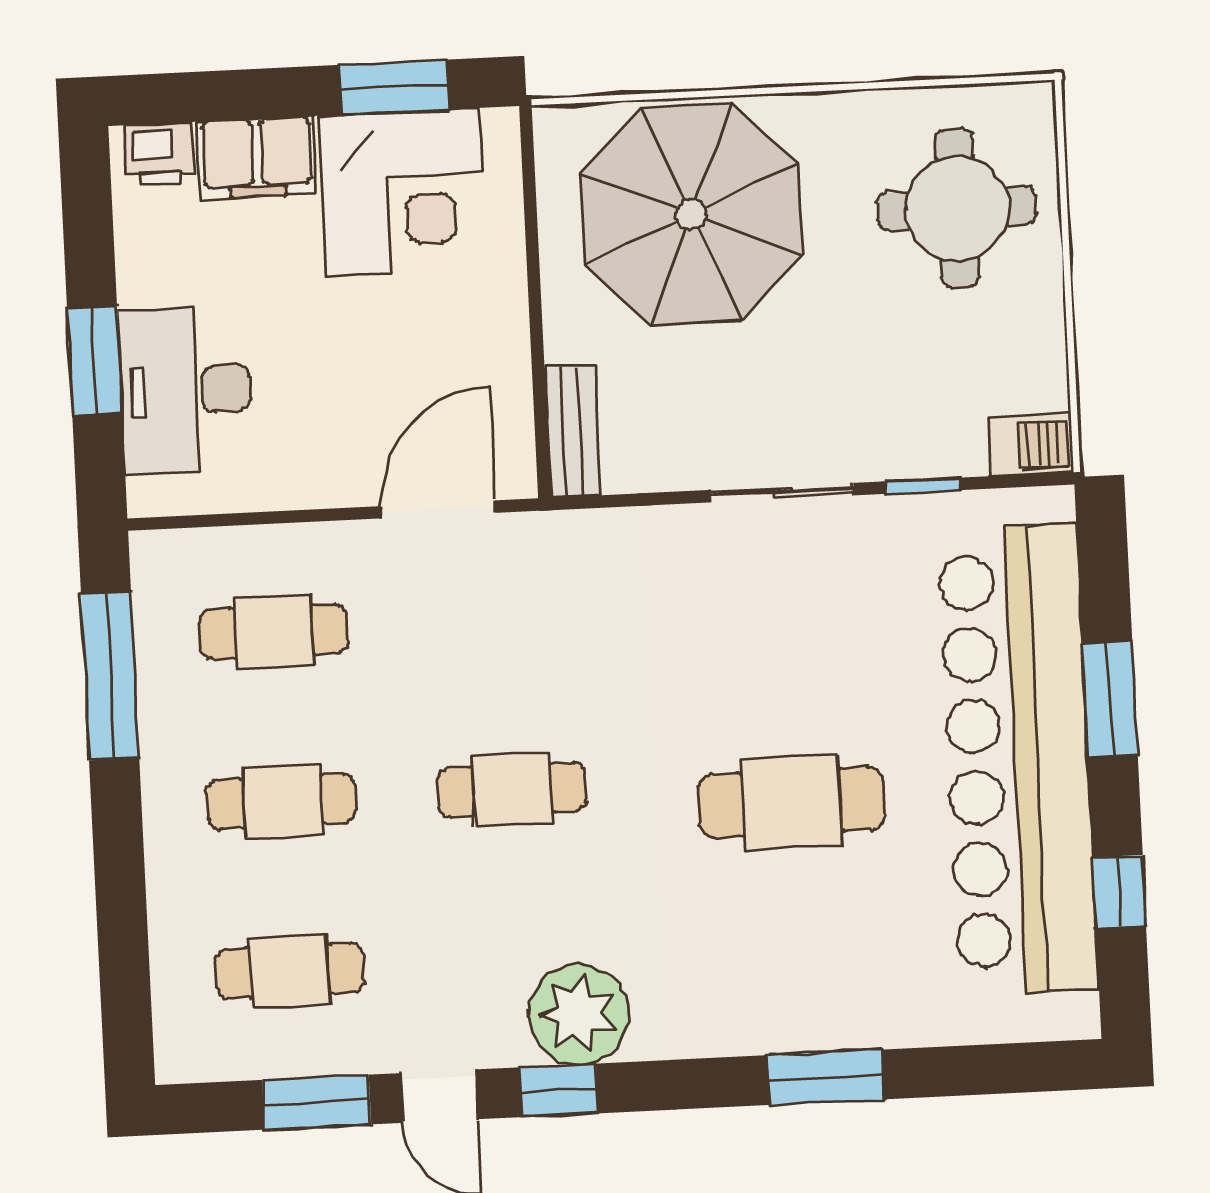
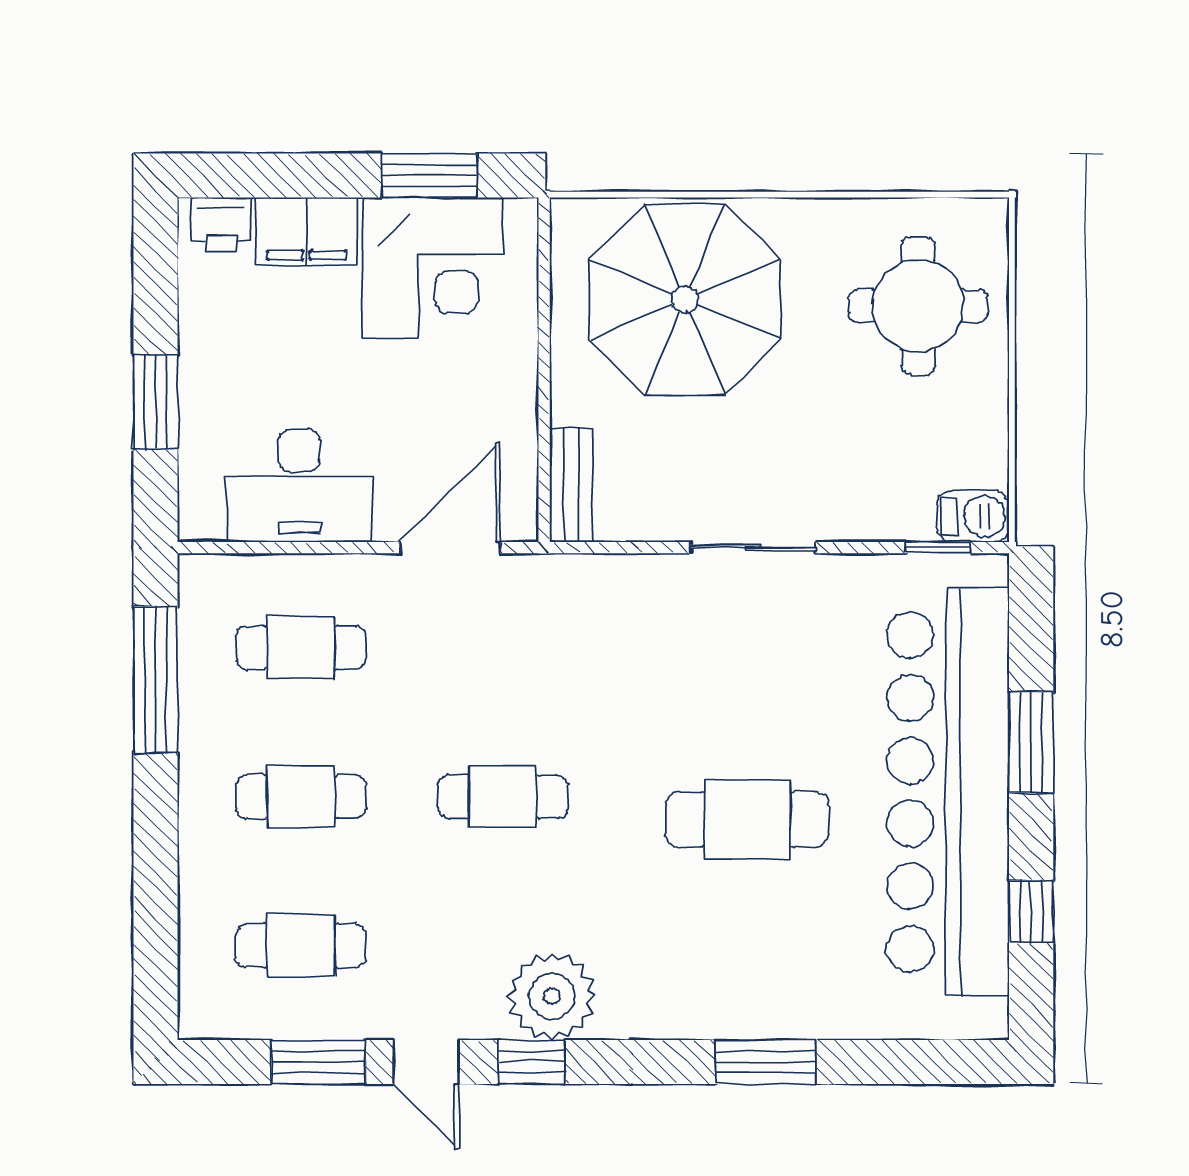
desk: (186, 390) -> (299, 485), moved, turned -90
window: (923, 486) -> (938, 548), moved

